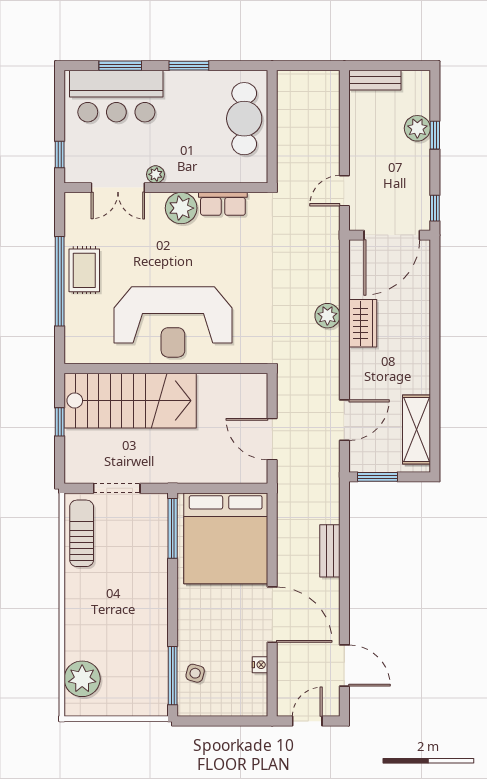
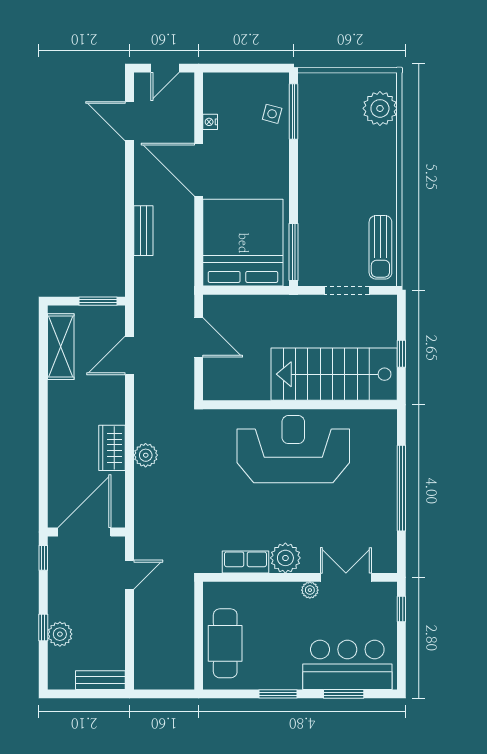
rug: (84, 270) -> (378, 498), removed

